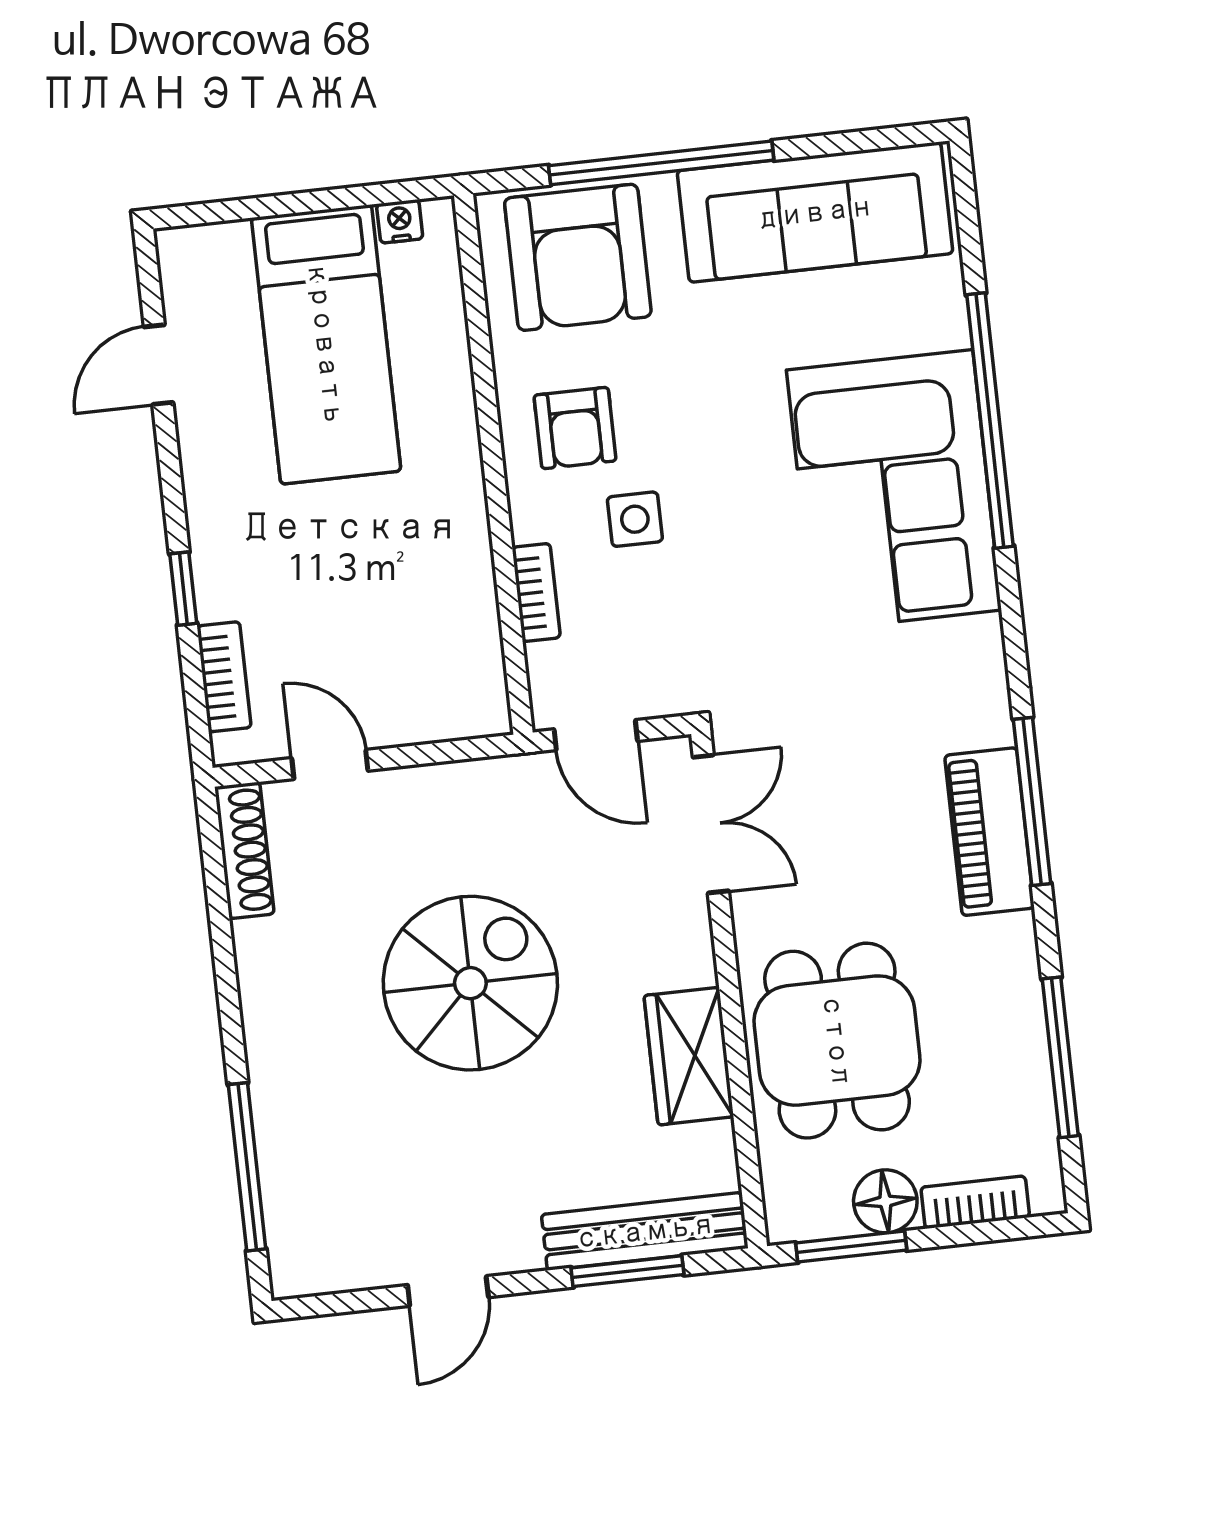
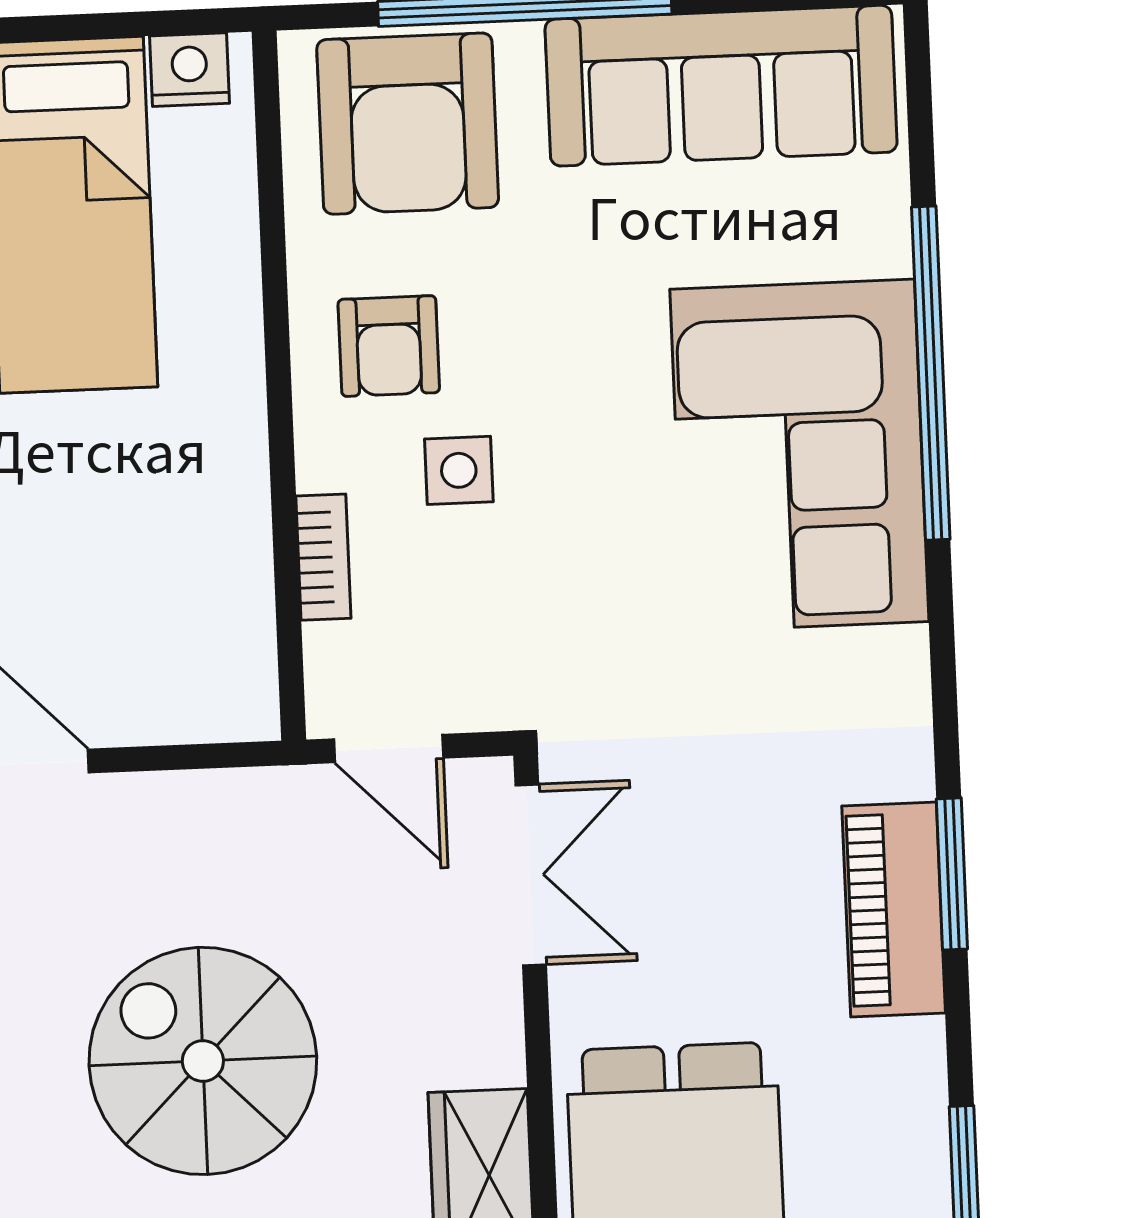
nightstand: (400, 221) -> (189, 70), width x1.39, depth x1.35
window: (1032, 801) -> (952, 874), width x0.69
spiral stairs: (470, 983) -> (203, 1061), turned -90

